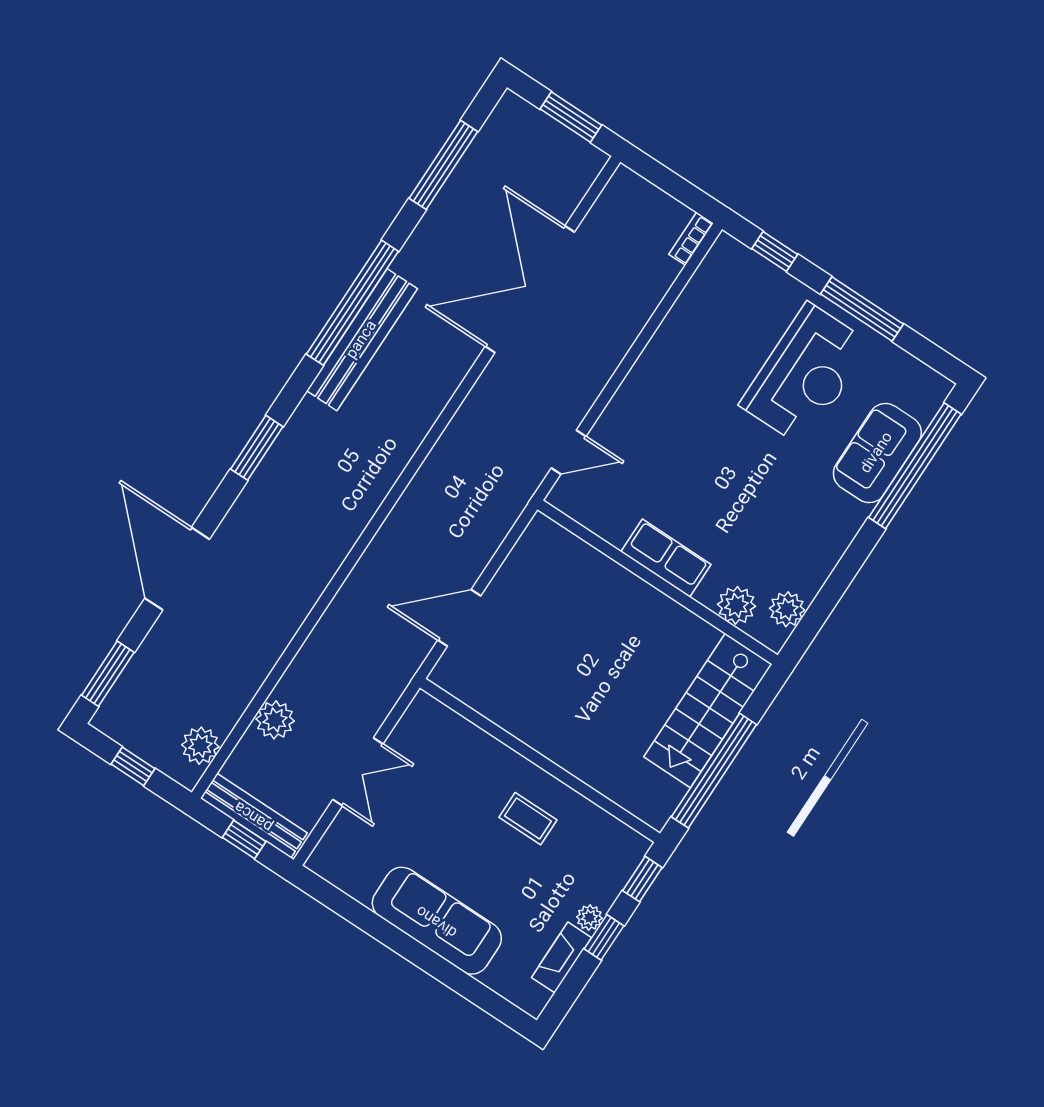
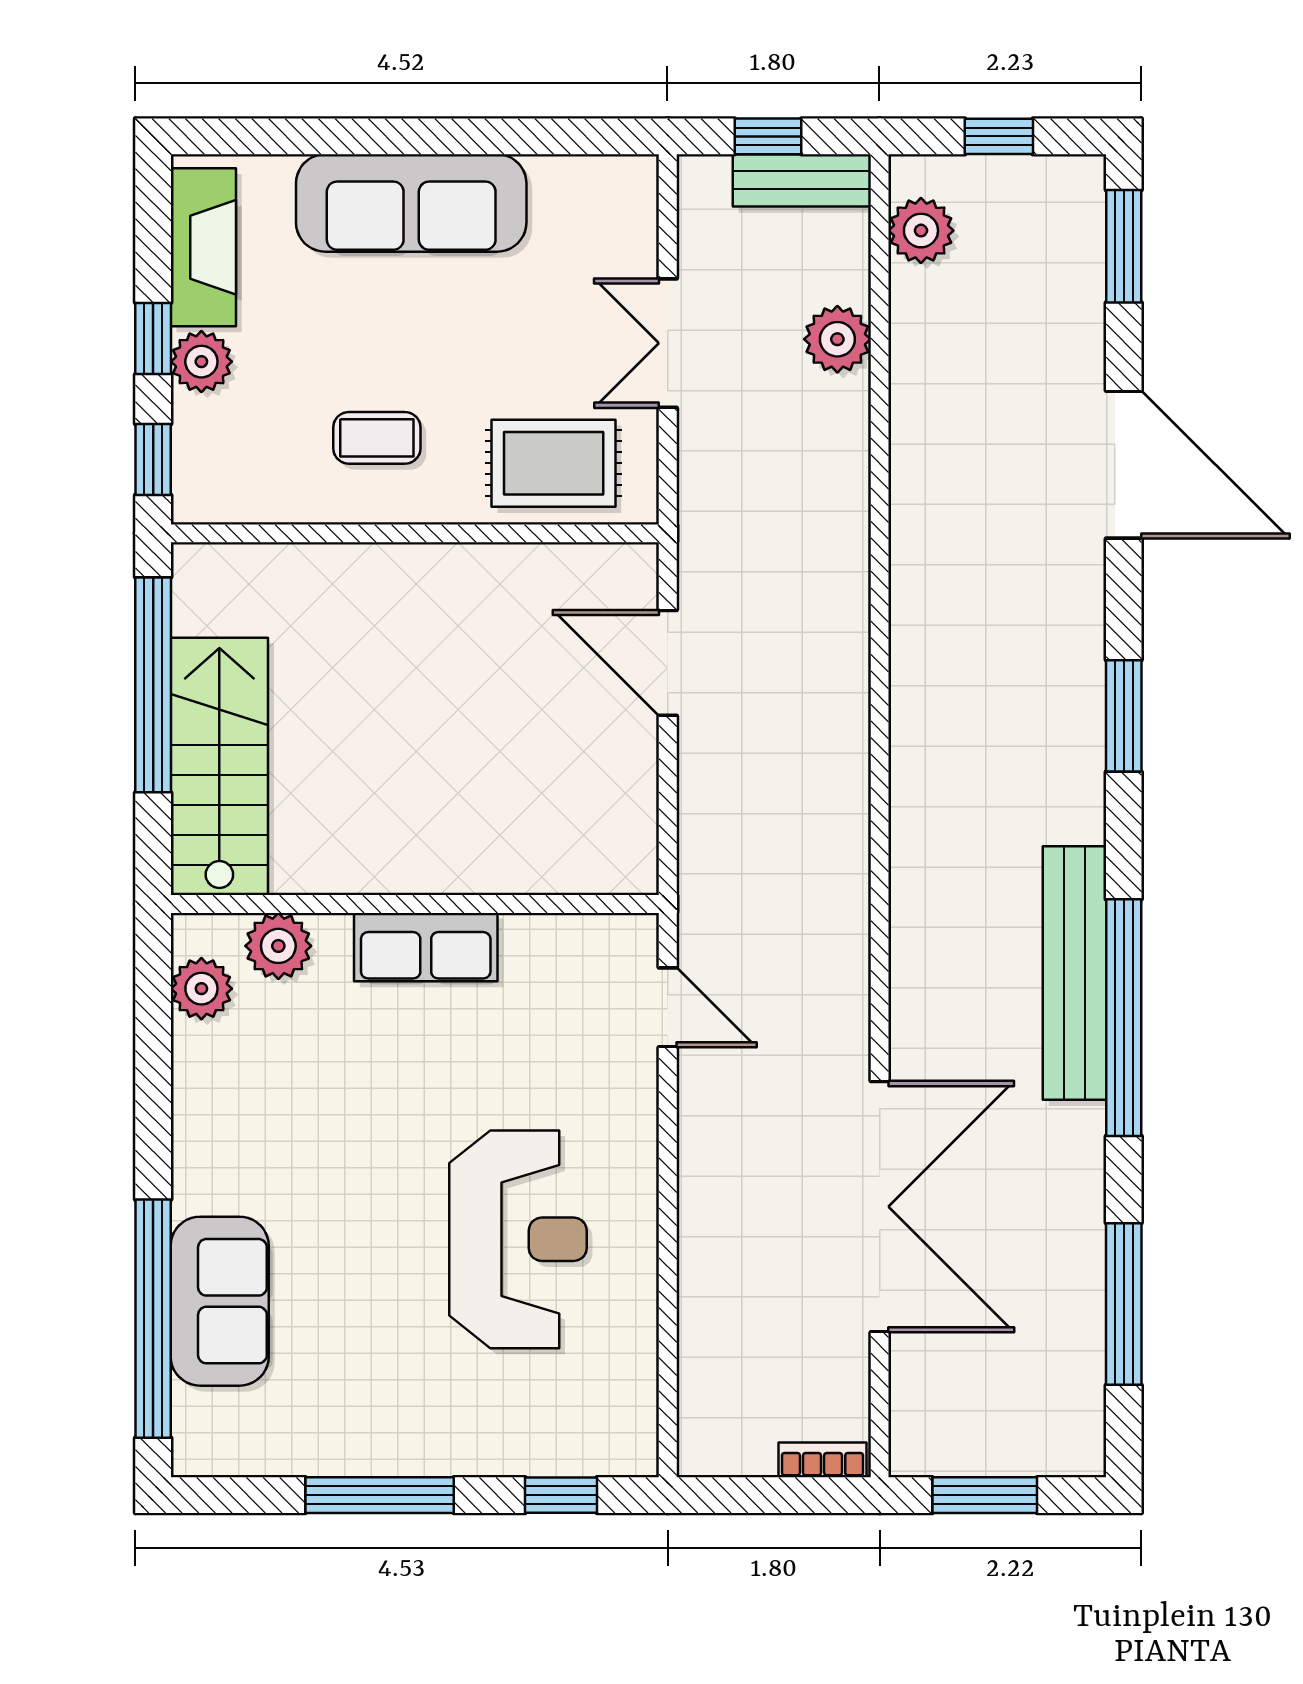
bookcase: (691, 239) -> (823, 1460), moved, turned -90
reception desk: (805, 374) -> (518, 1239), moved, turned 180
door: (569, 452) -> (668, 1007), swing flipped
door: (459, 618) -> (668, 663), swing flipped
rug: (451, 750) -> (554, 463), added
bench: (254, 816) -> (802, 180), width x0.73
plant: (589, 918) -> (201, 362), width x1.38, depth x1.38
fireplace: (561, 958) -> (203, 247), width x1.37, depth x1.32

